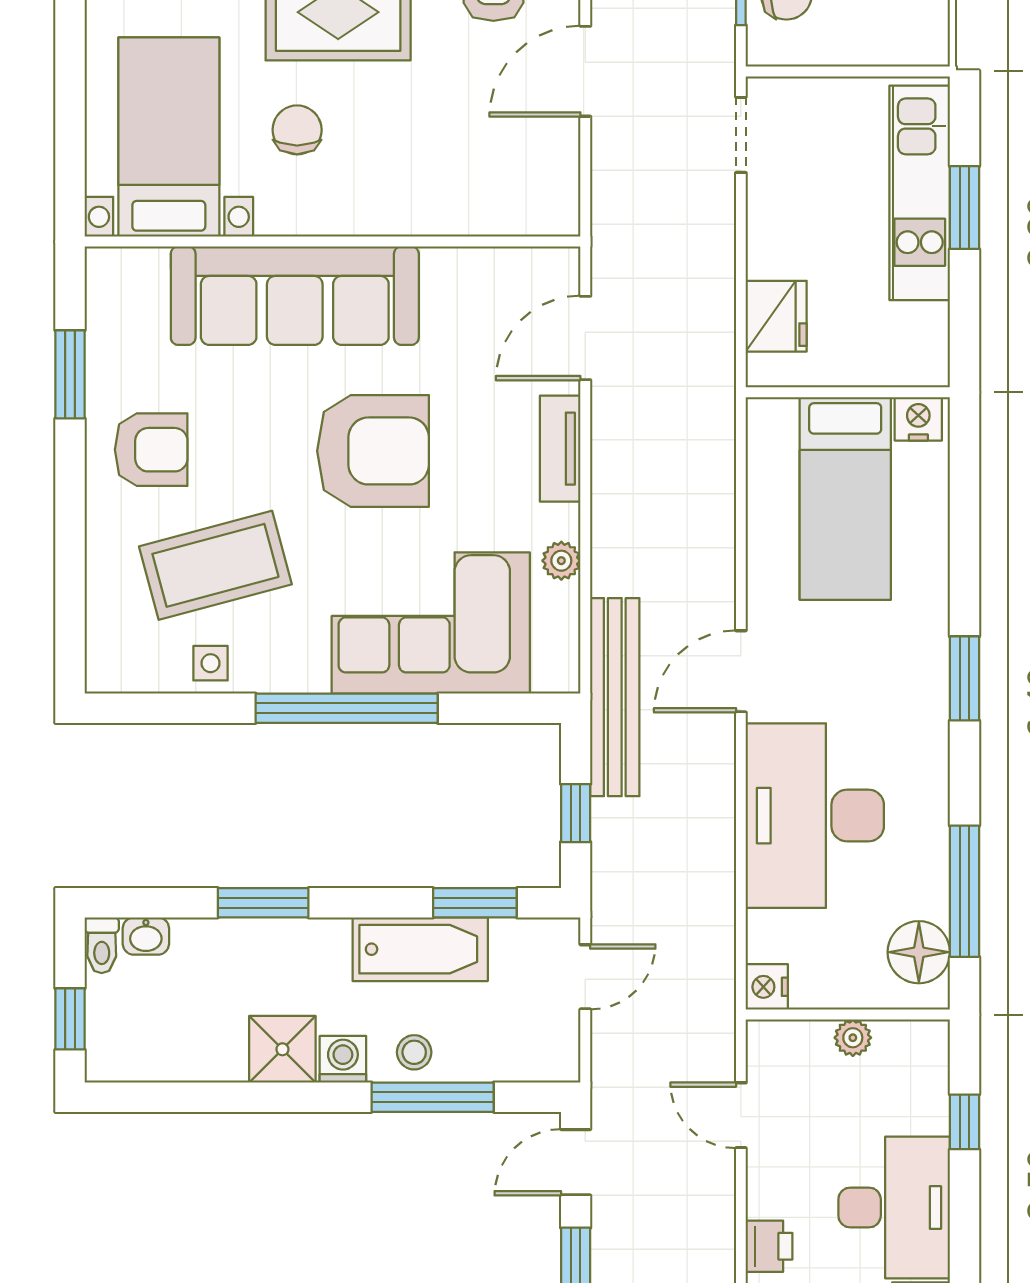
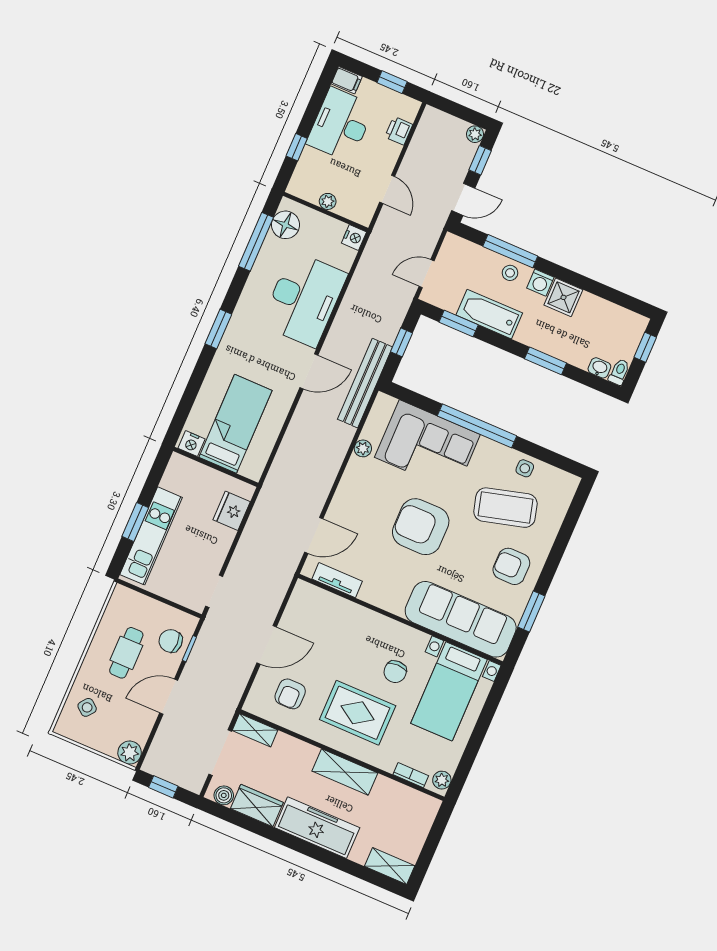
sofa: (295, 296) -> (461, 619), moved
tv unit: (560, 449) -> (337, 580), moved, turned -90

